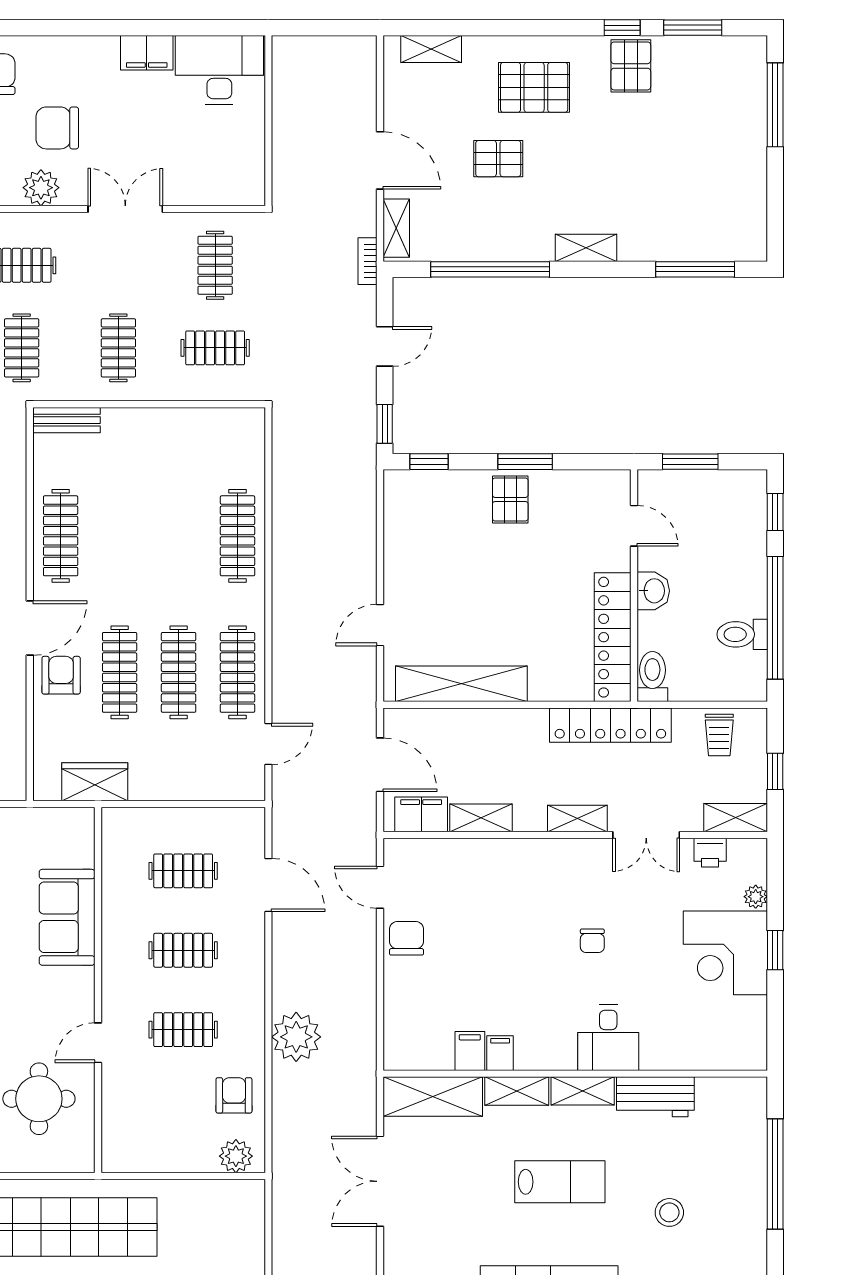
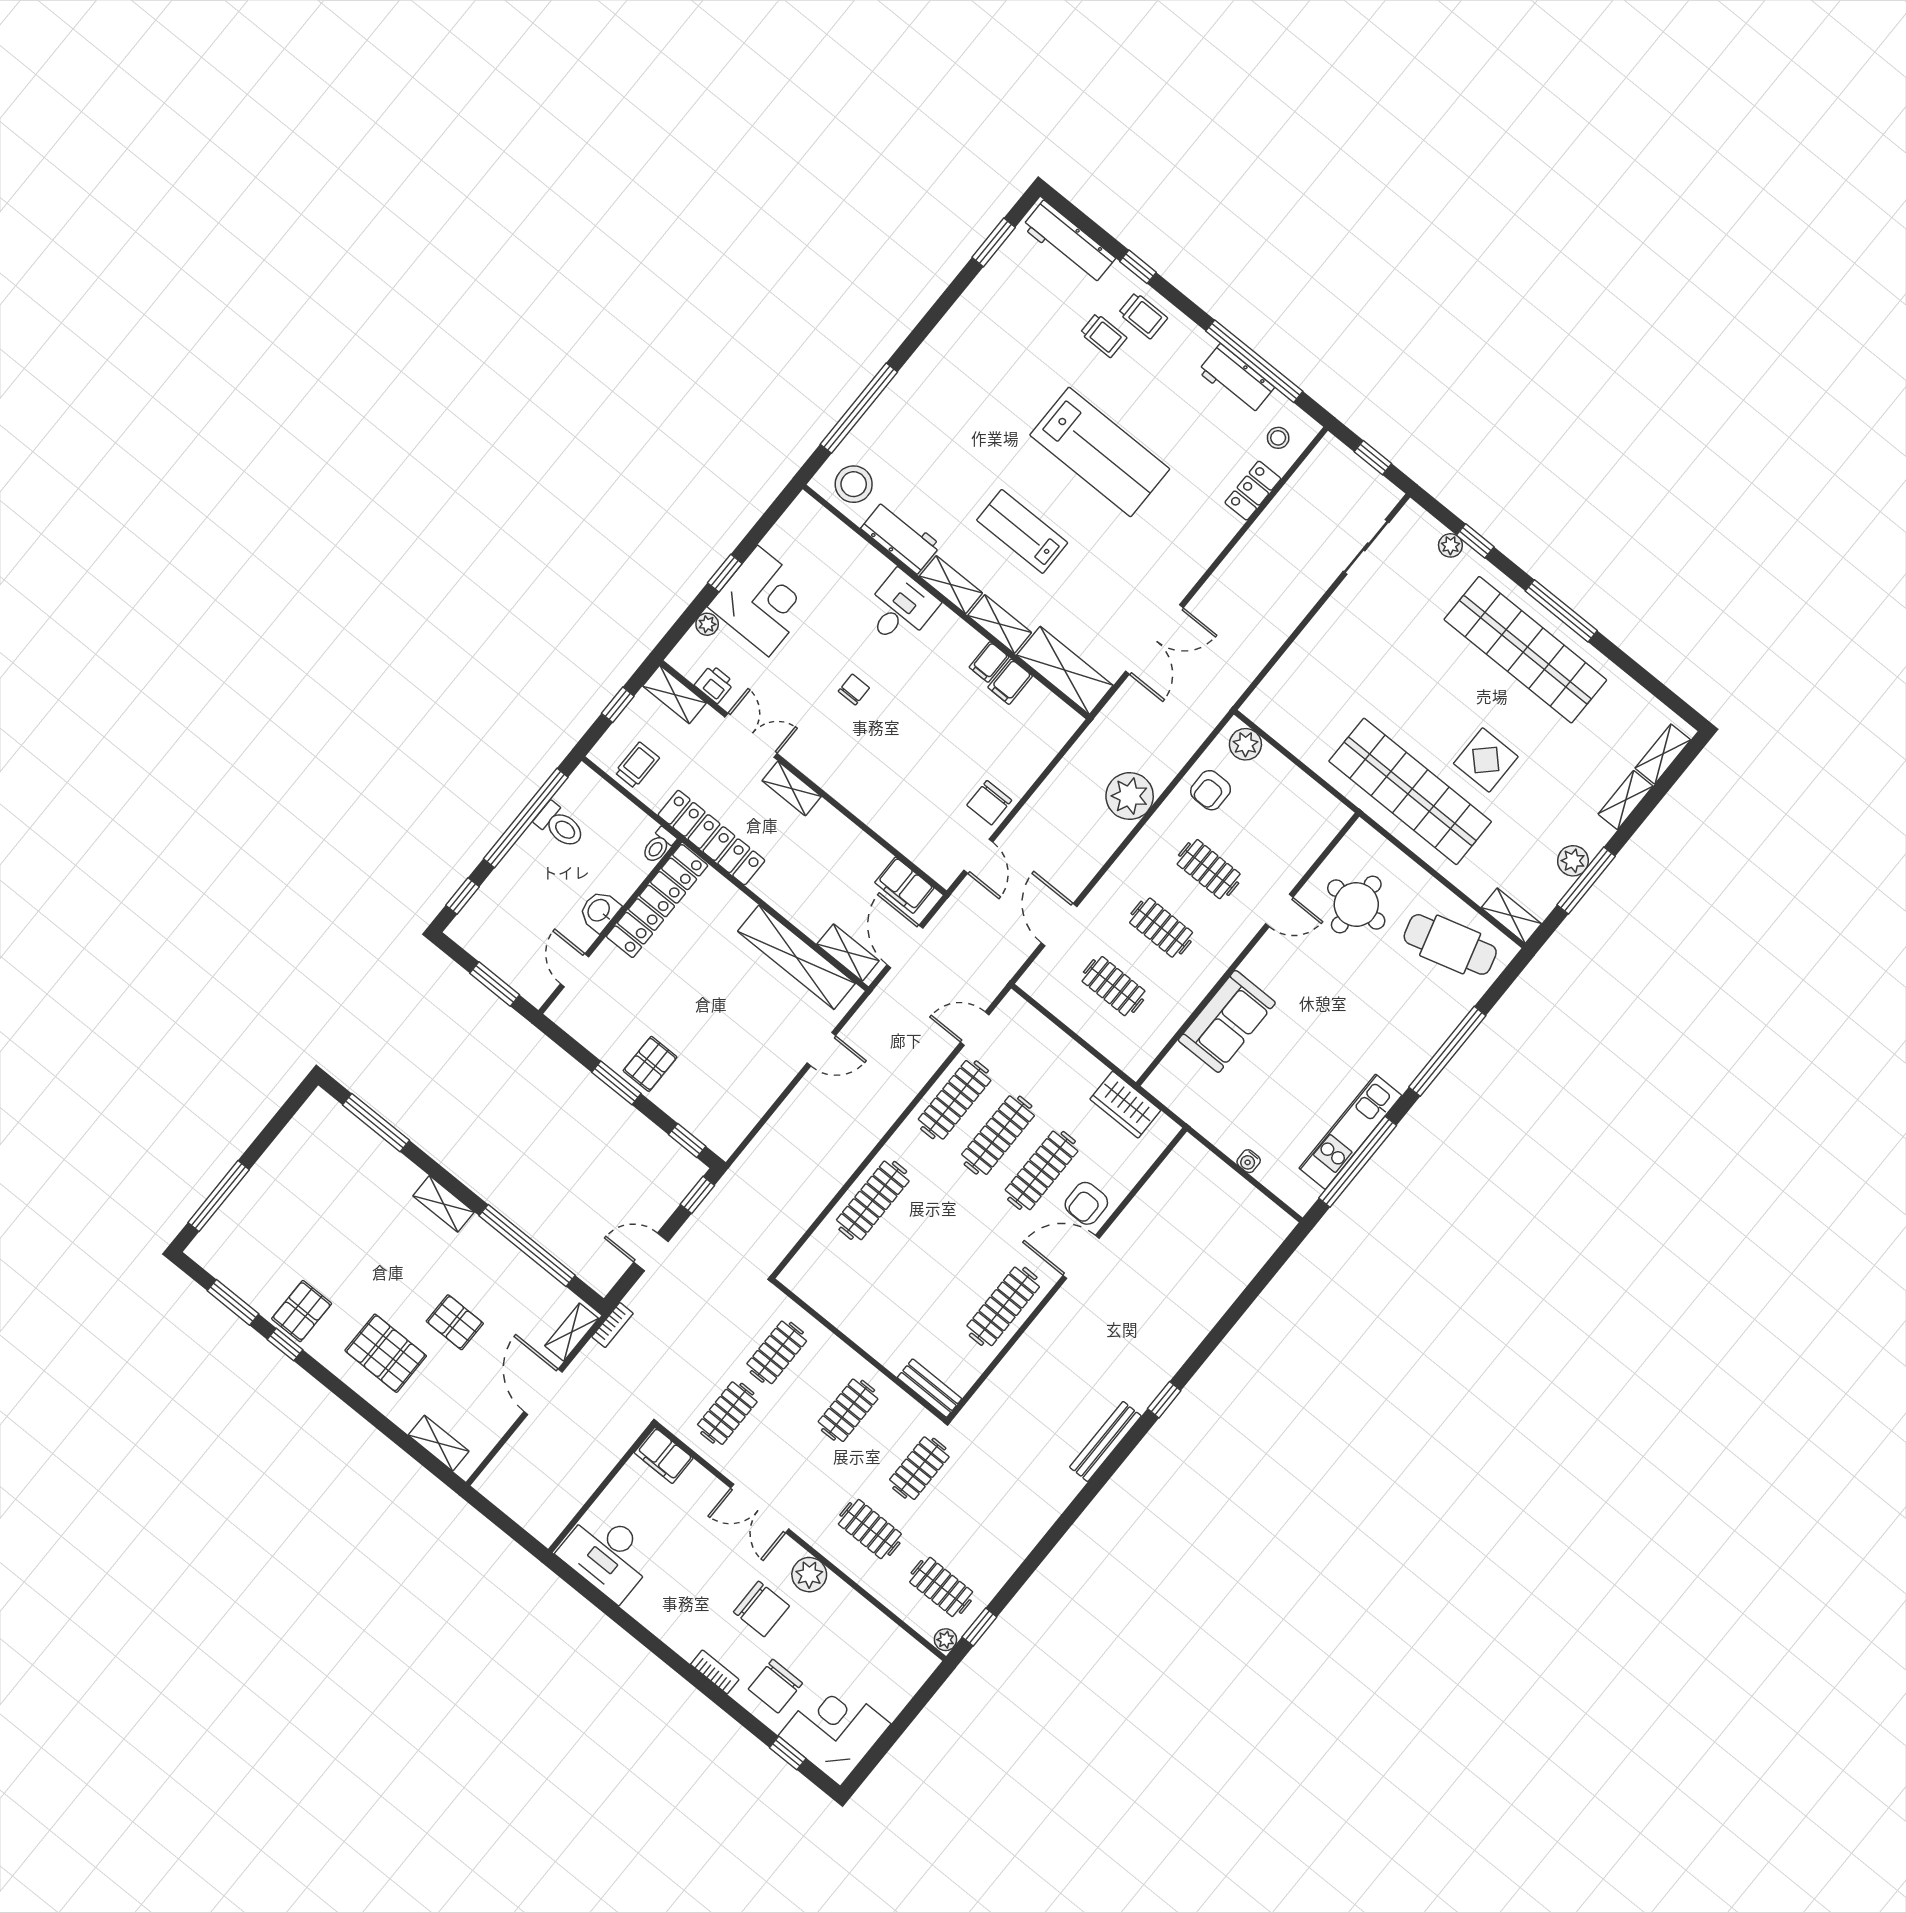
bookcase: (54, 45) -> (715, 1672), added
filing cabinet: (147, 53) -> (664, 1455), moved, turned 180
clothes rail: (215, 348) -> (777, 1352), turned 90
toilet: (652, 677) -> (659, 845), width x0.73, depth x0.72
shelving: (481, 818) -> (848, 952), moved
stool: (669, 1212) -> (854, 484), moved, width x1.38, depth x1.38

